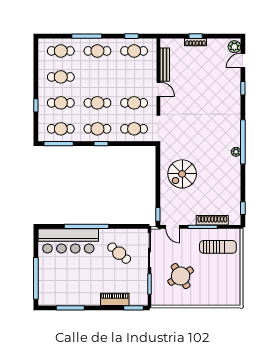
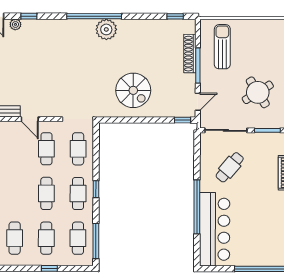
plant: (236, 77) -> (15, 24), added
door: (158, 89) -> (30, 119), swing flipped
plant: (236, 152) -> (106, 29), width x1.88, depth x1.88

